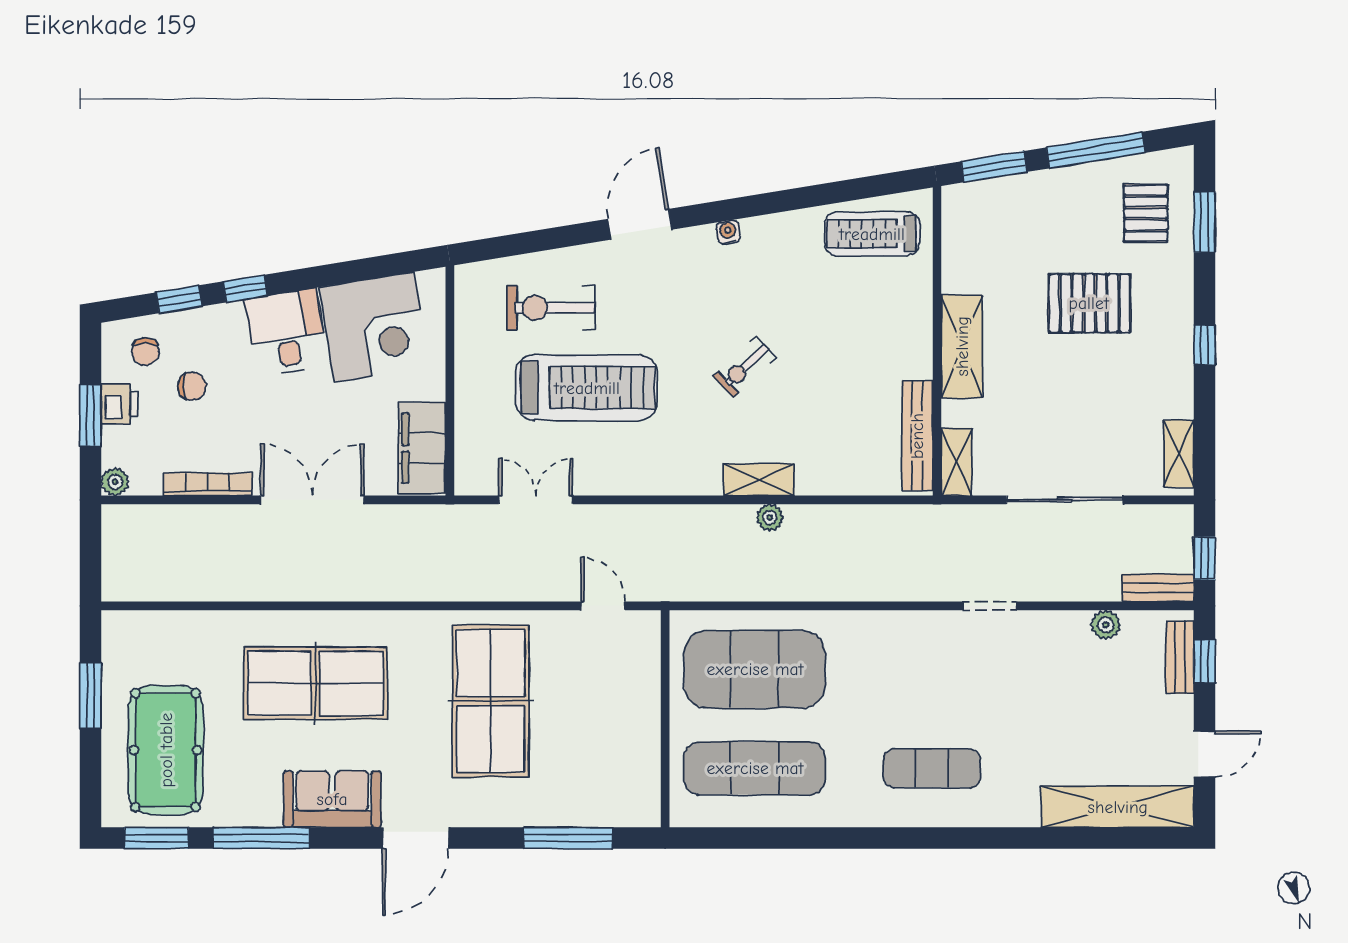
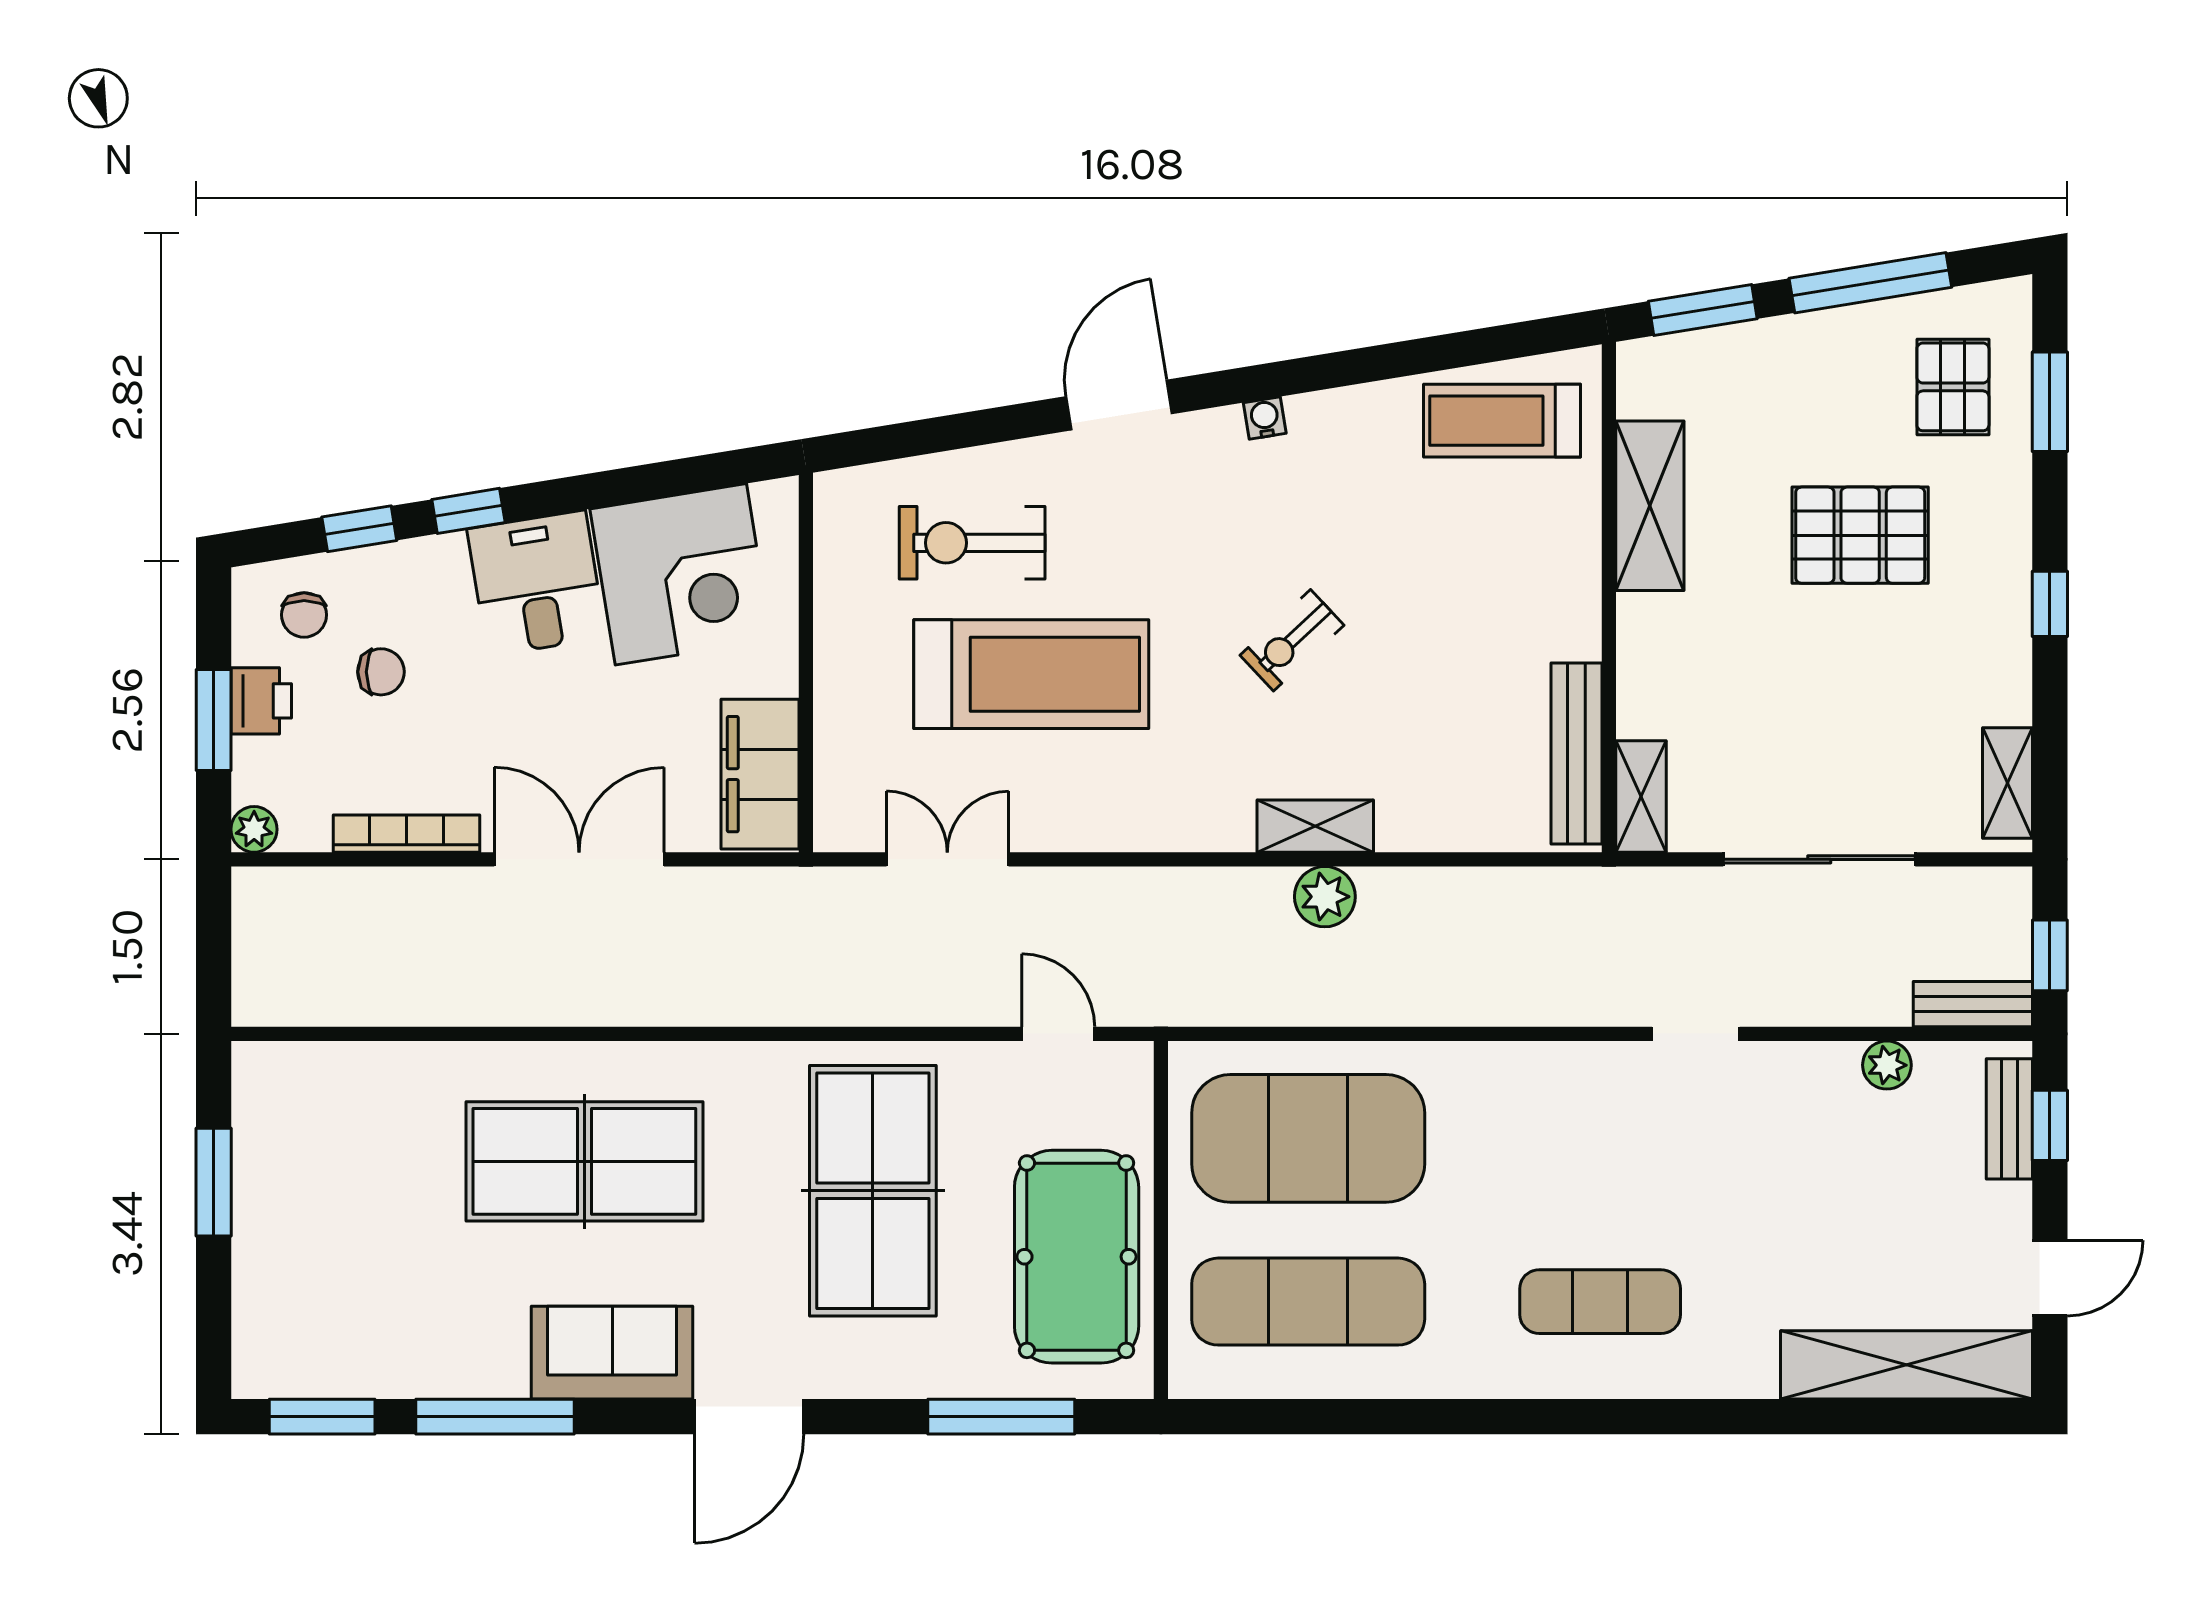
shelving: (962, 346) -> (1650, 506), moved
plant: (770, 518) -> (1325, 897), width x1.38, depth x1.38
pool table: (166, 750) -> (1077, 1257), moved

